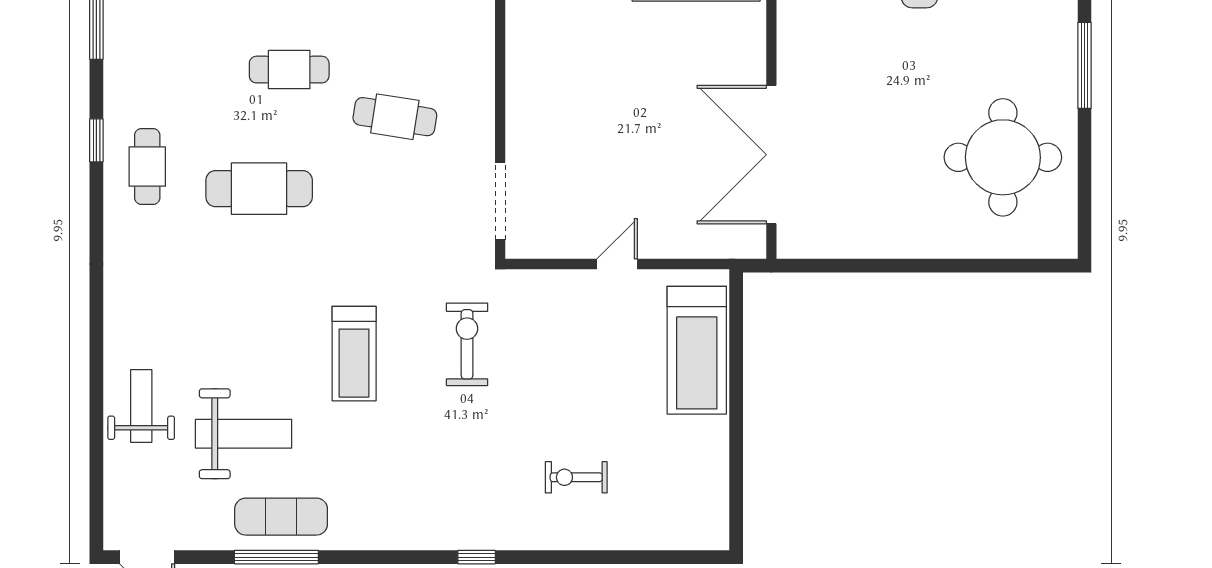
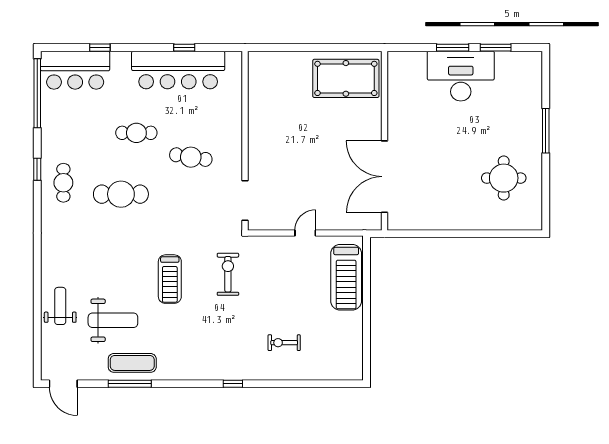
round table: (1003, 157) -> (504, 178), width x0.73, depth x0.73

